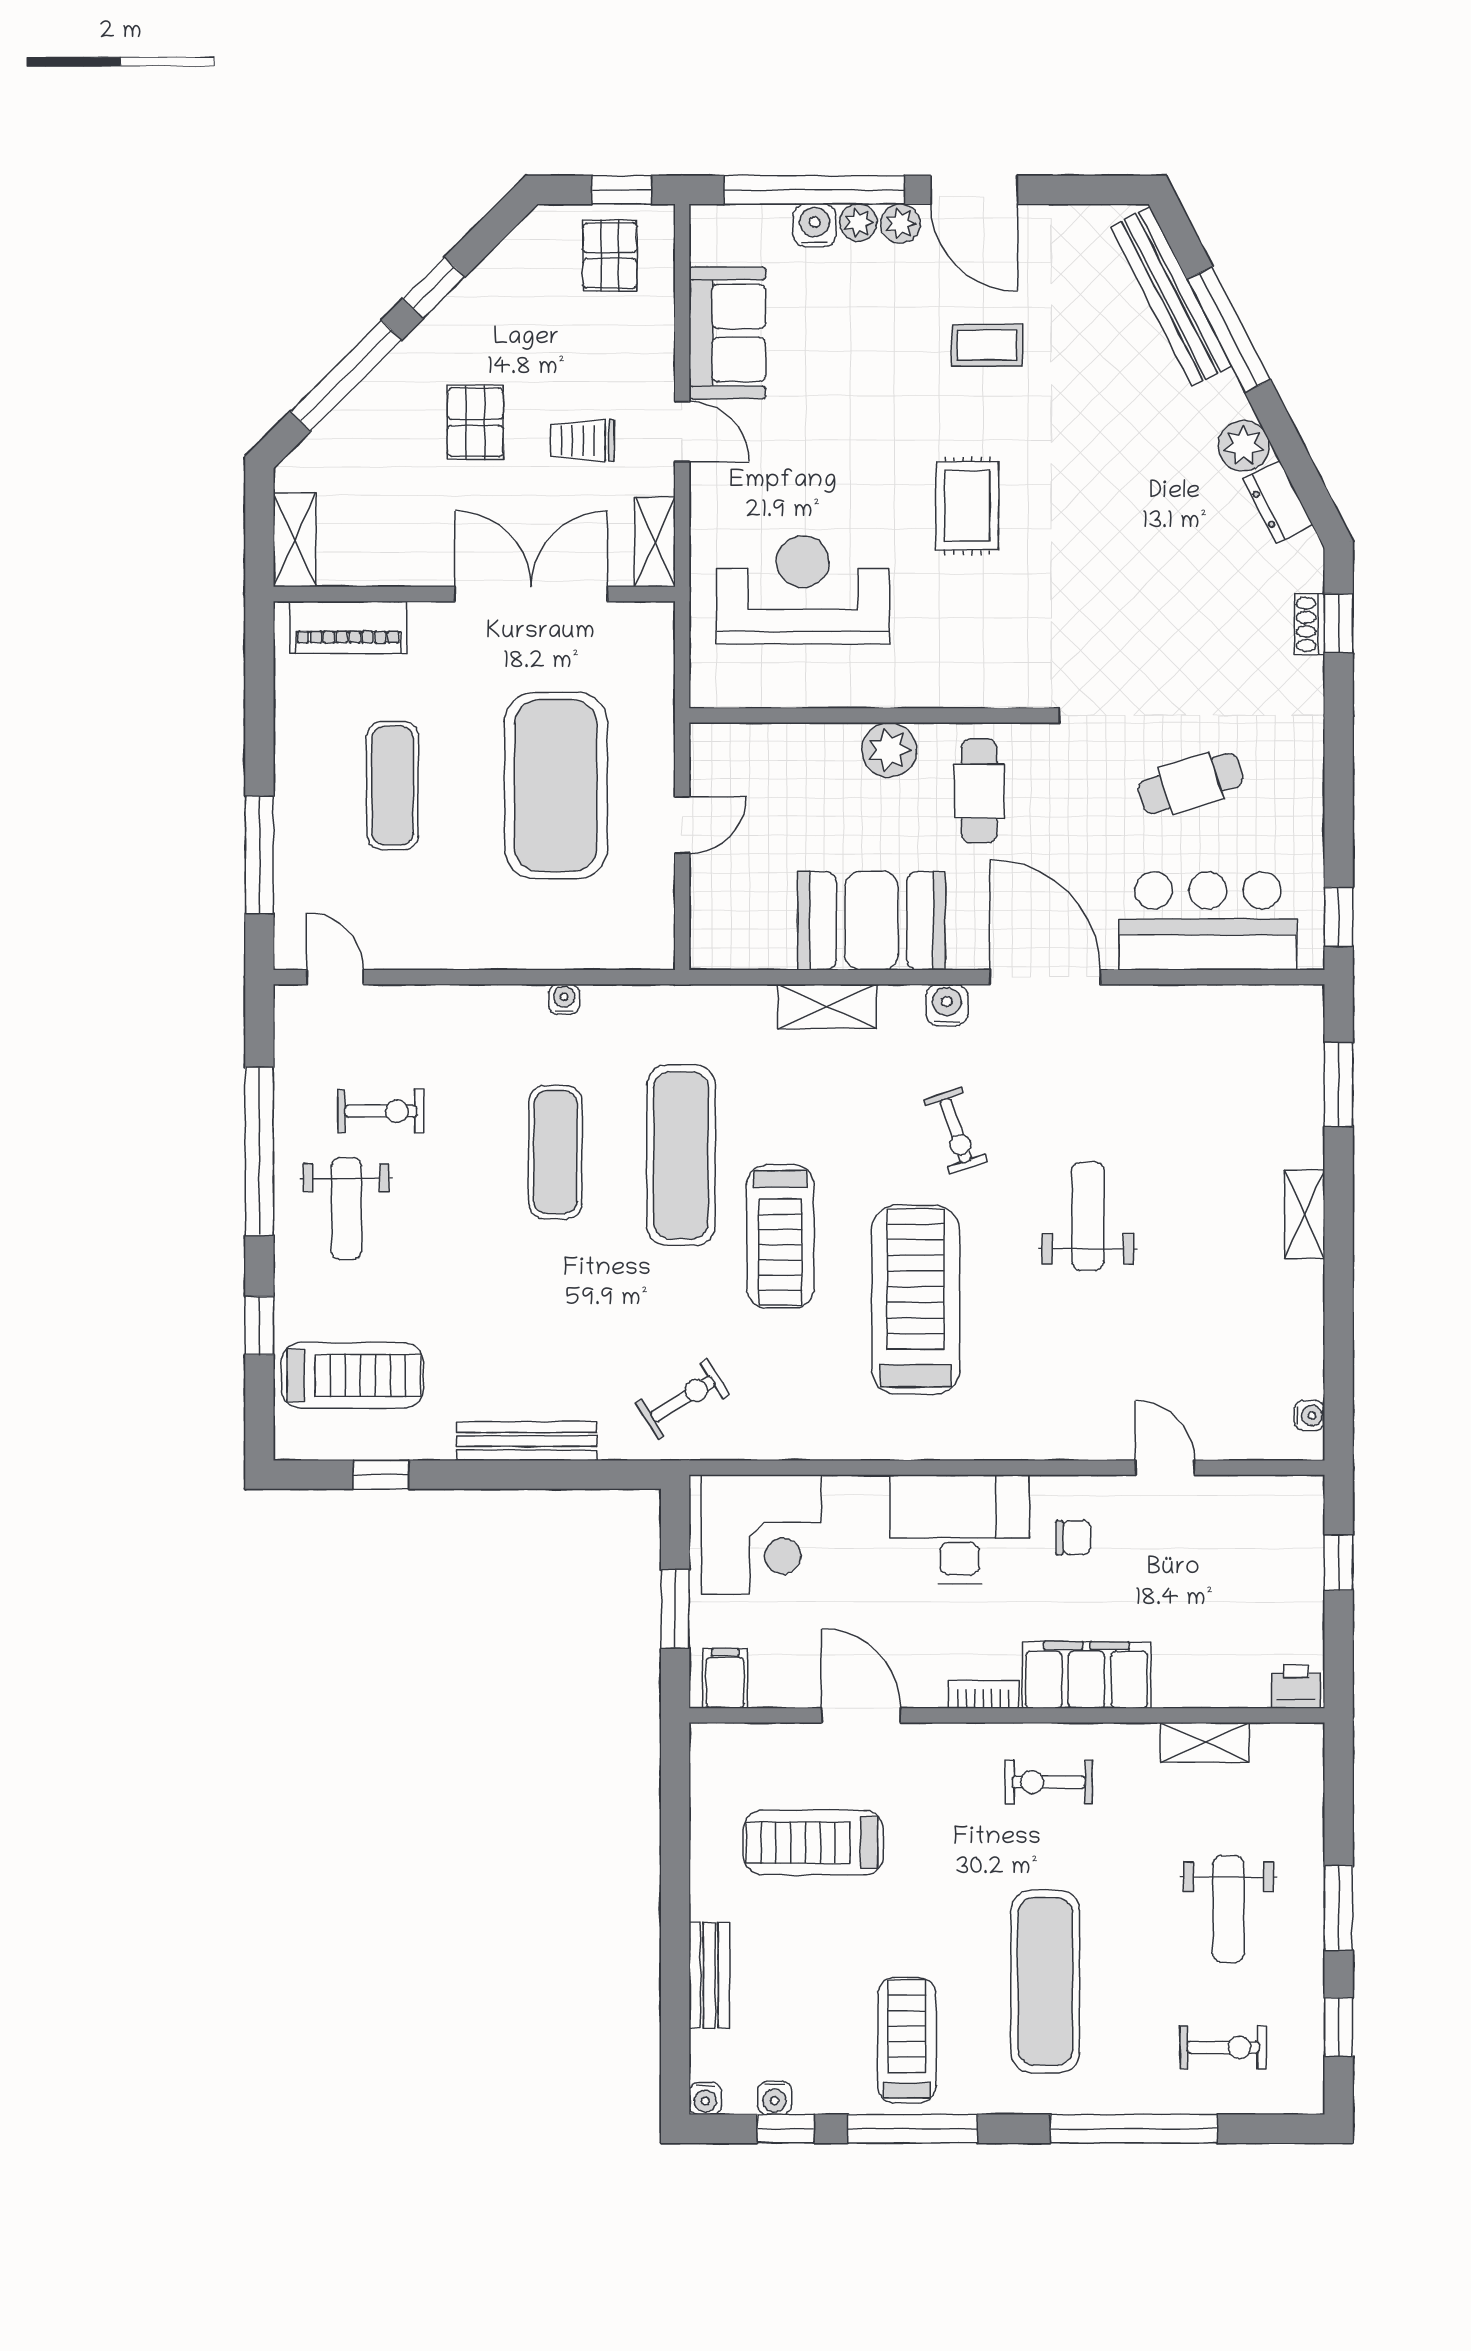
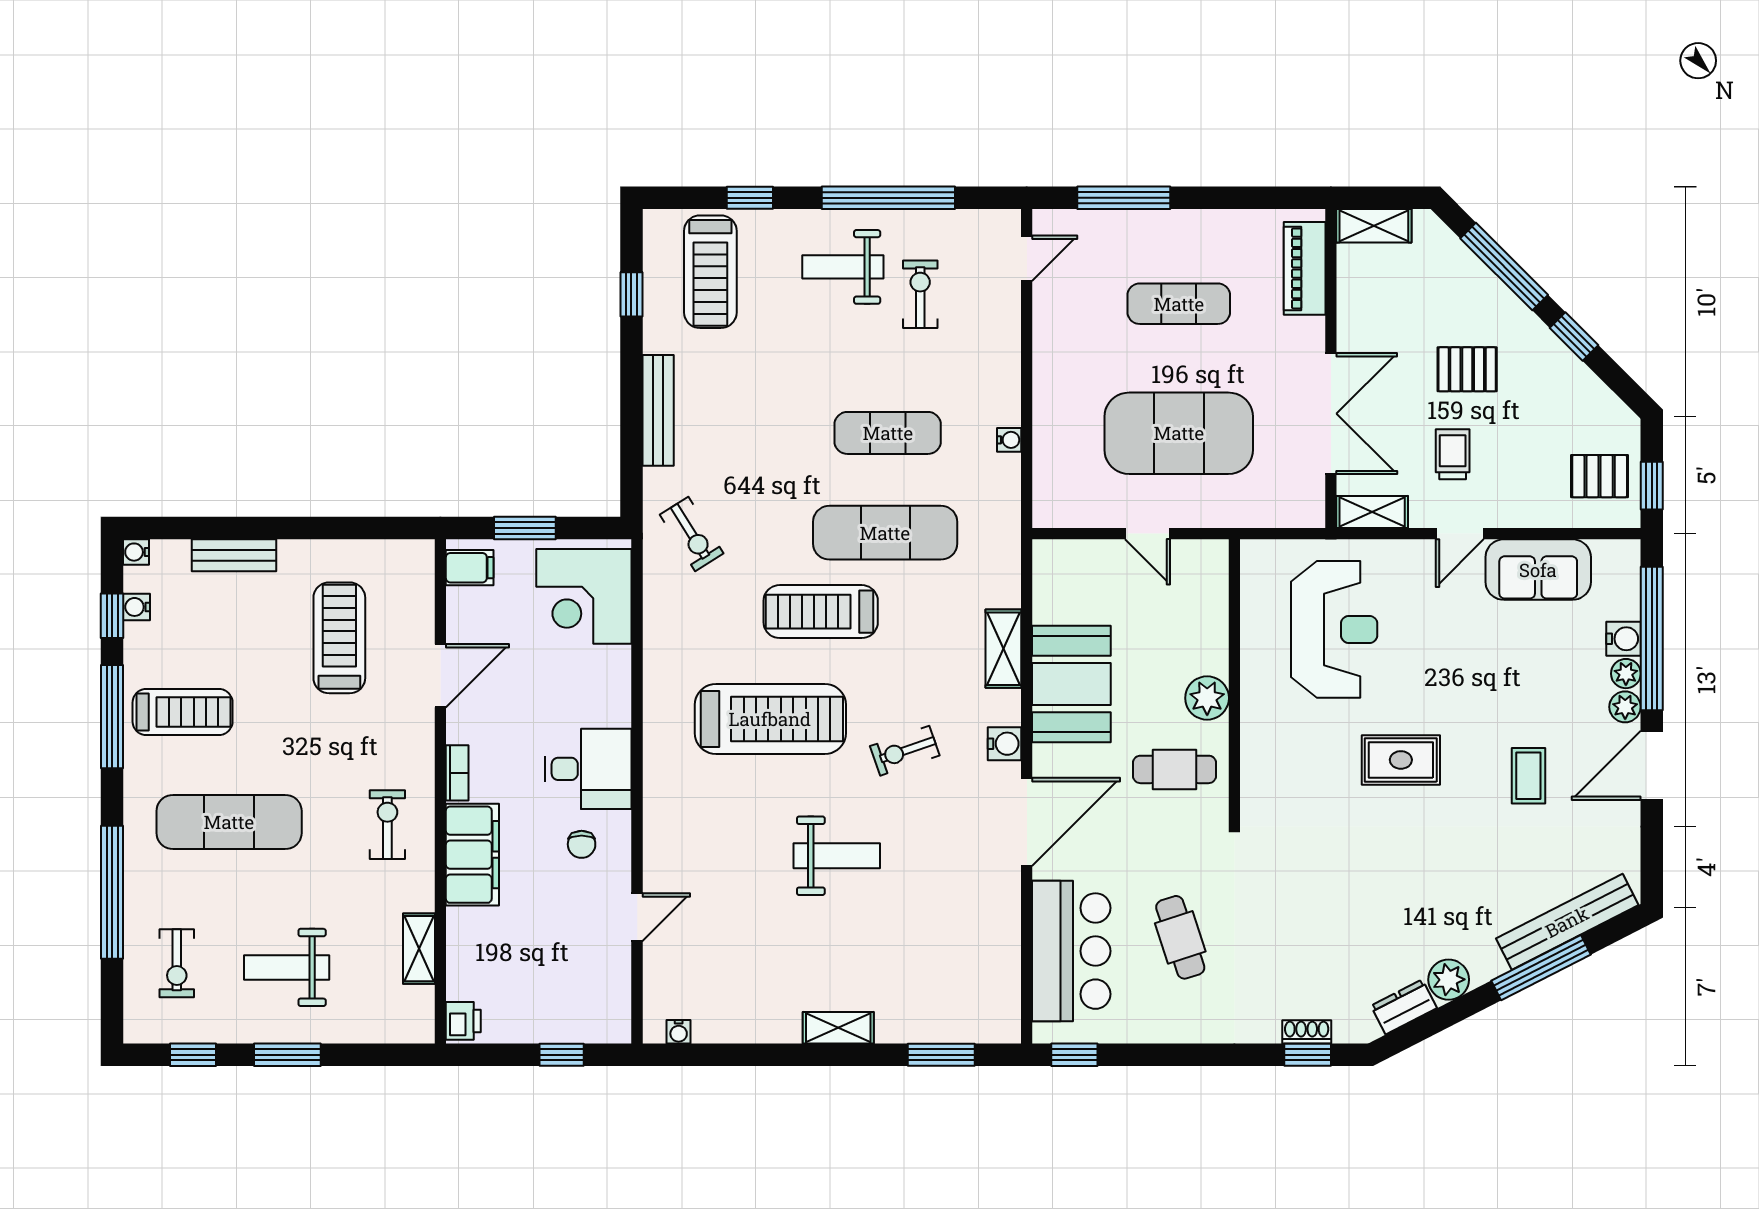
exercise bike: (381, 1111) -> (920, 294), turned 180
desk: (960, 1529) -> (588, 769), width x0.73

